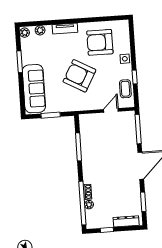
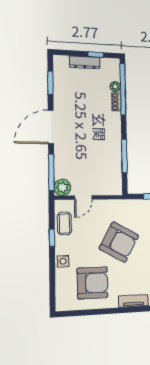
plant: (129, 117) -> (62, 187), added
dresser: (126, 221) -> (85, 62), moved

